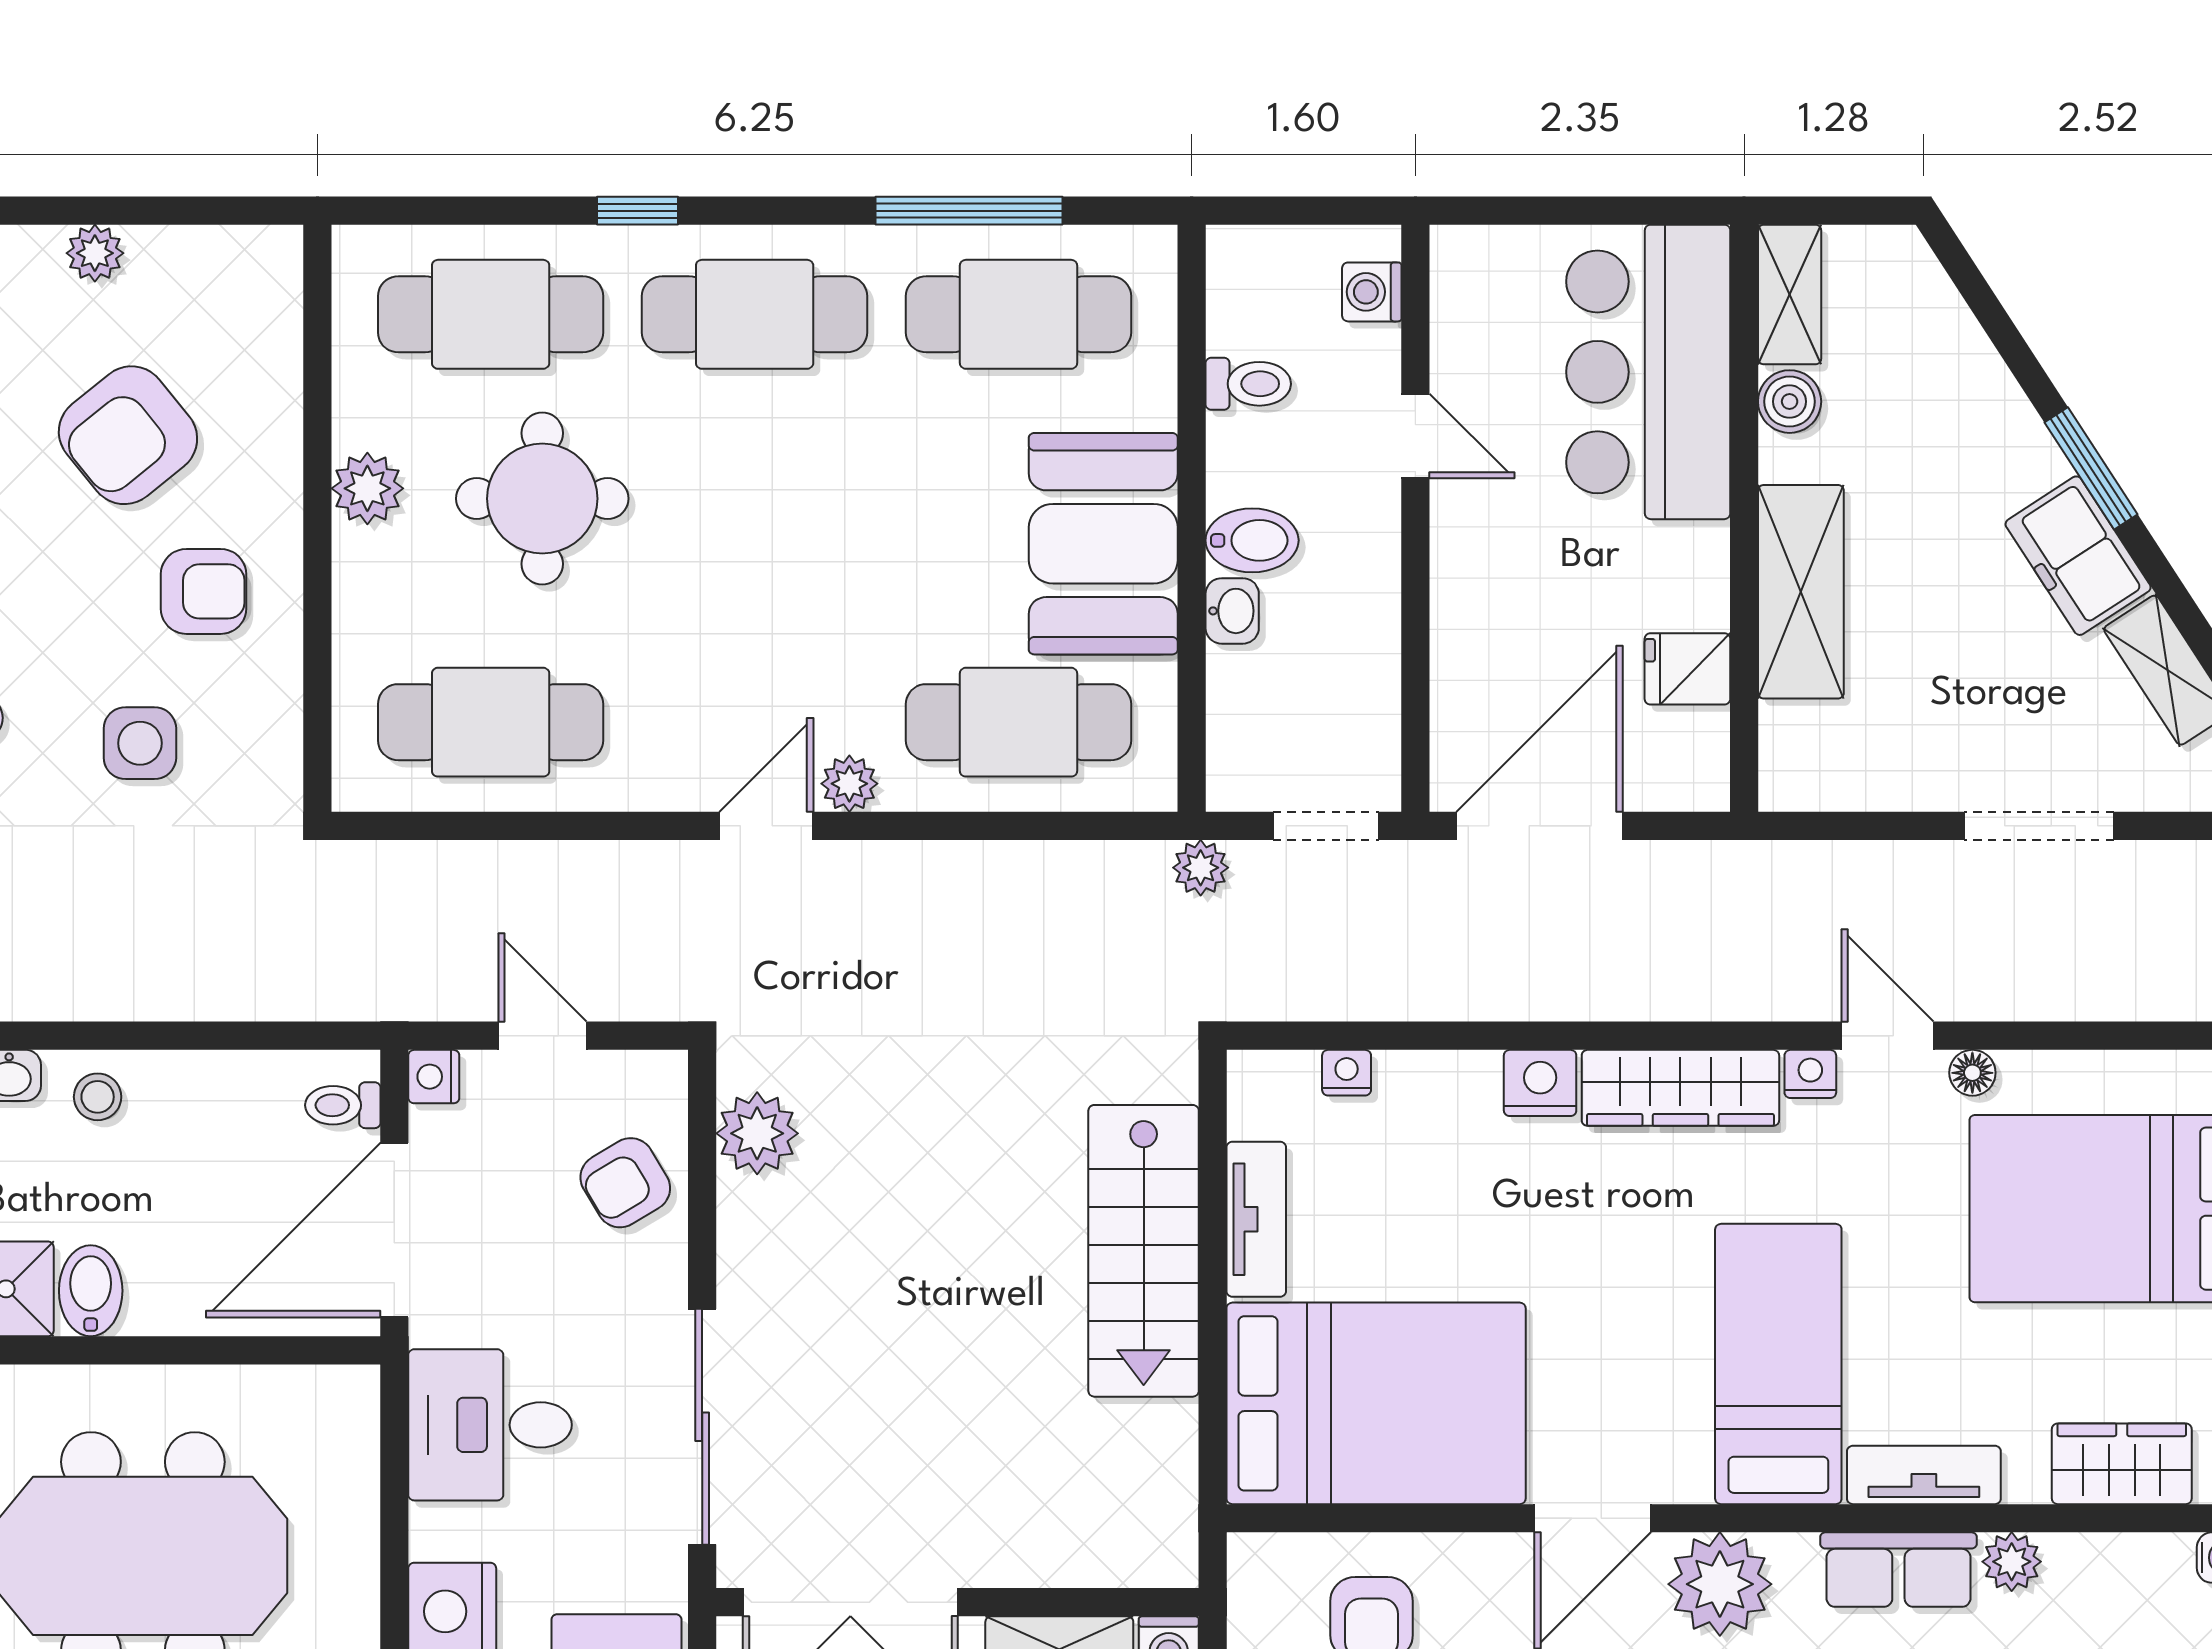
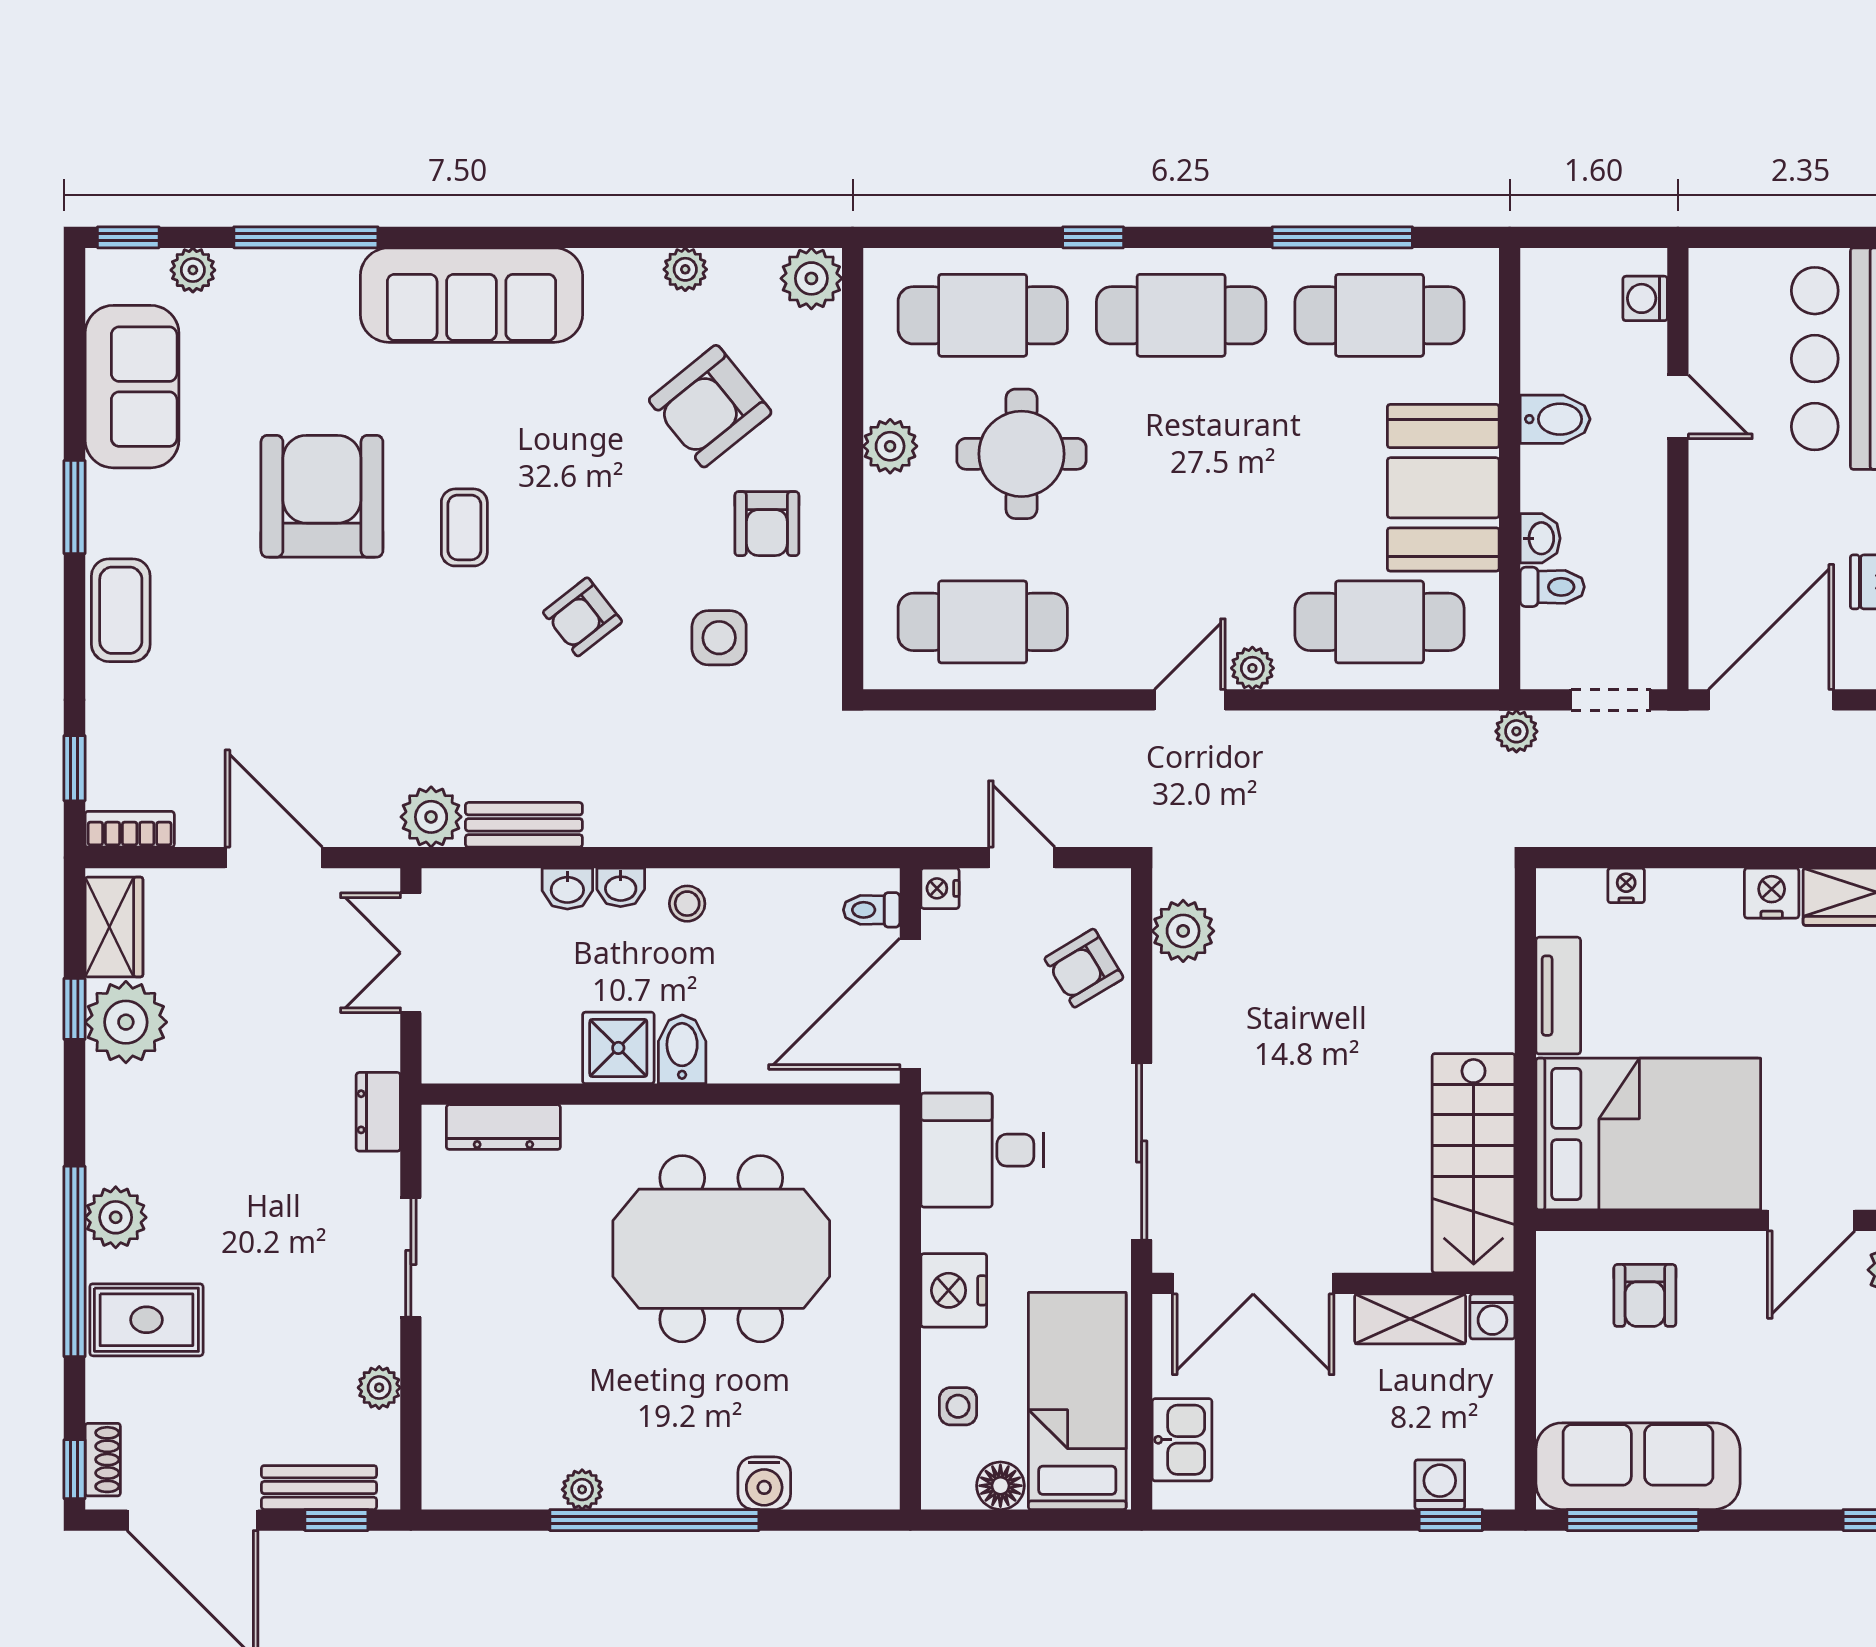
plant: (263, 265) -> (811, 278), added
toilet: (1248, 384) -> (1552, 587), moved
bidet: (1252, 540) -> (1555, 419), moved
armchair: (204, 591) -> (767, 524), turned 90
stairs: (1144, 1251) -> (1474, 1163), moved

